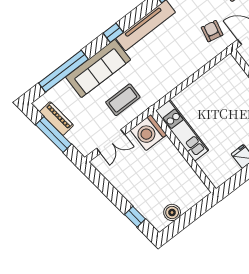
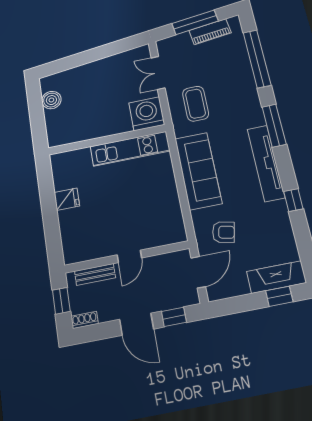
window: (113, 33) -> (274, 126), width x2.17
sofa: (98, 68) -> (198, 171), moved, turned 180
window: (135, 217) -> (68, 63), removed

